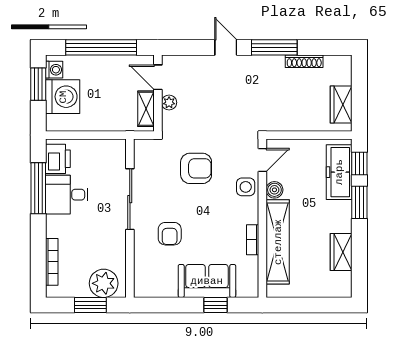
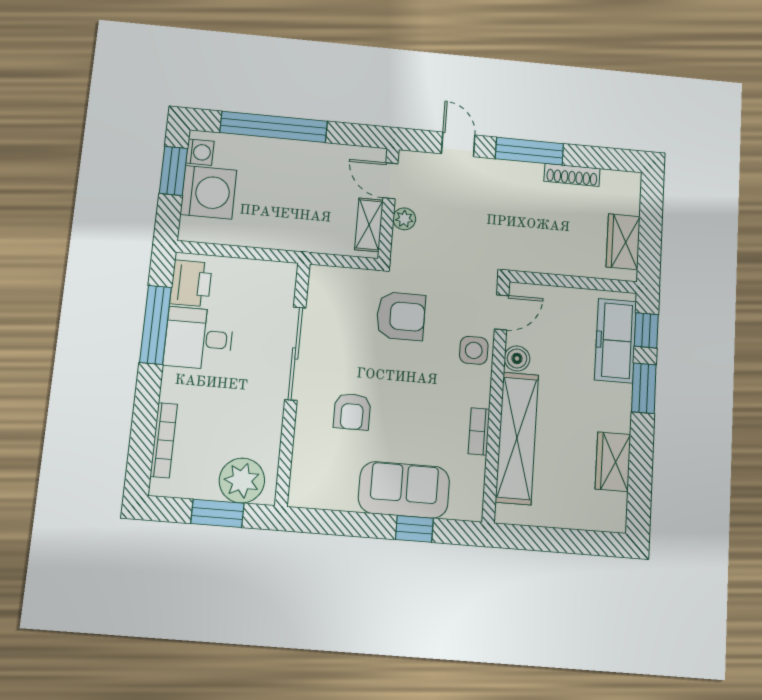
door: (158, 77) -> (390, 181), moved
wall: (158, 93) -> (389, 204), moved
plant: (169, 102) -> (404, 219), moved
shelving: (146, 109) -> (369, 225), moved

